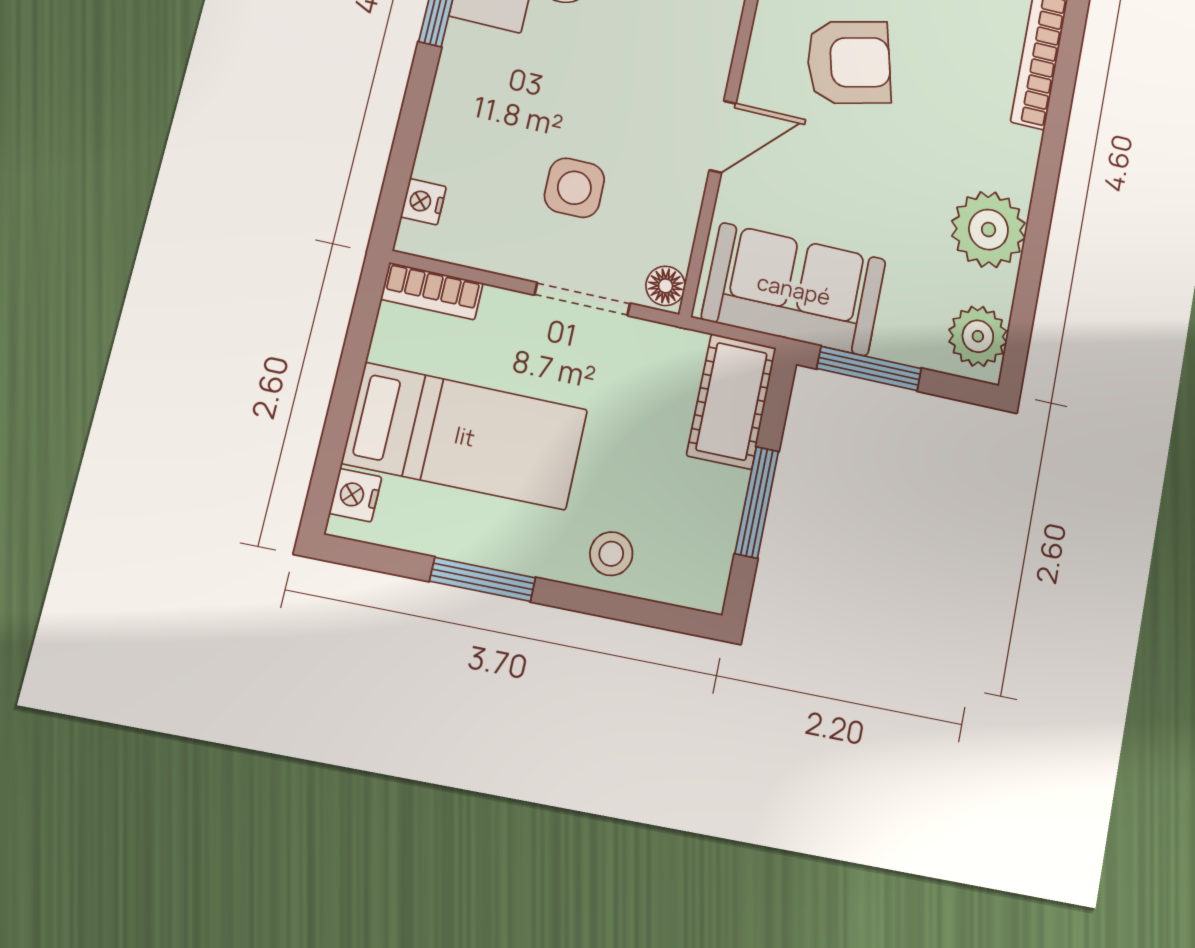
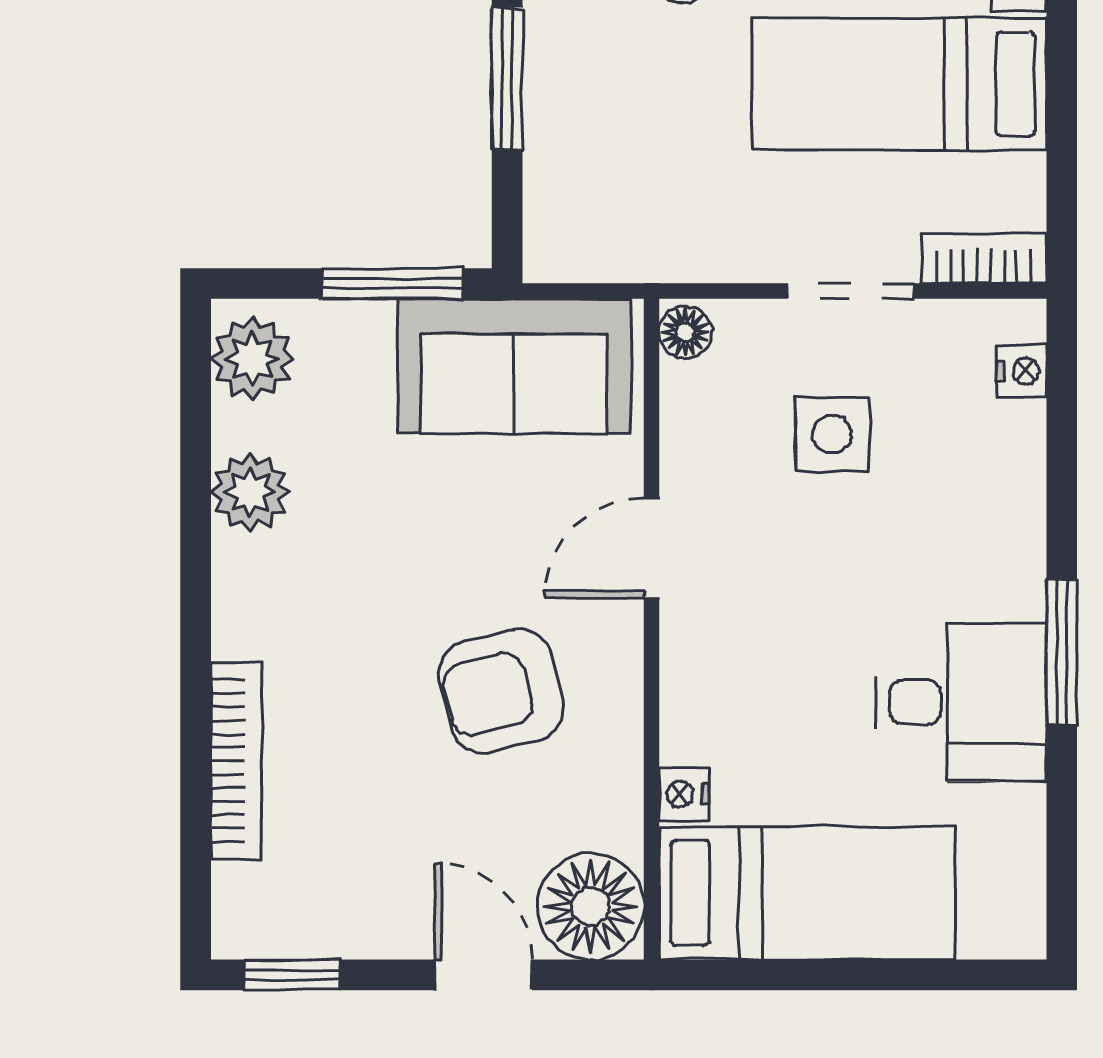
plant: (989, 230) -> (250, 492), width x0.73, depth x0.73
doorway: (582, 299) -> (851, 291), moved
cot: (732, 401) -> (567, 201), removed

